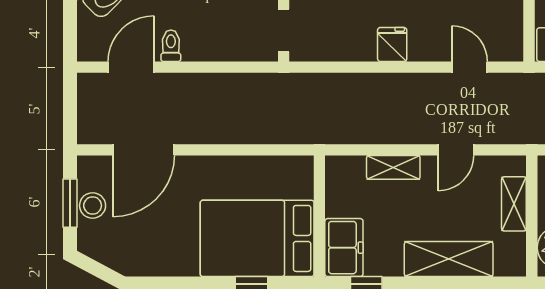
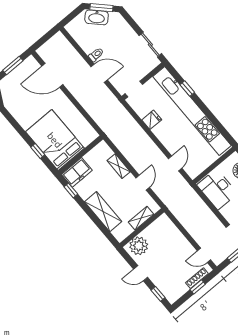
fridge: (392, 44) -> (152, 120), moved
door: (131, 67) -> (99, 73), moved
door: (456, 150) -> (143, 183), swing flipped
stool: (93, 206) -> (19, 74), removed

